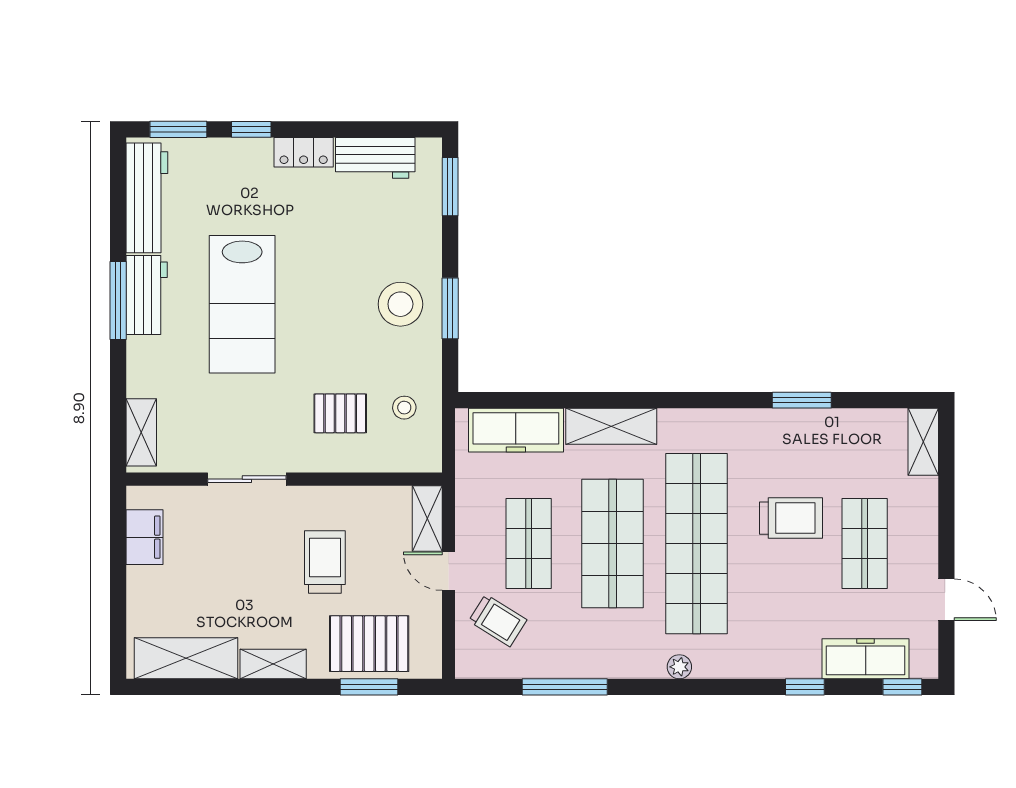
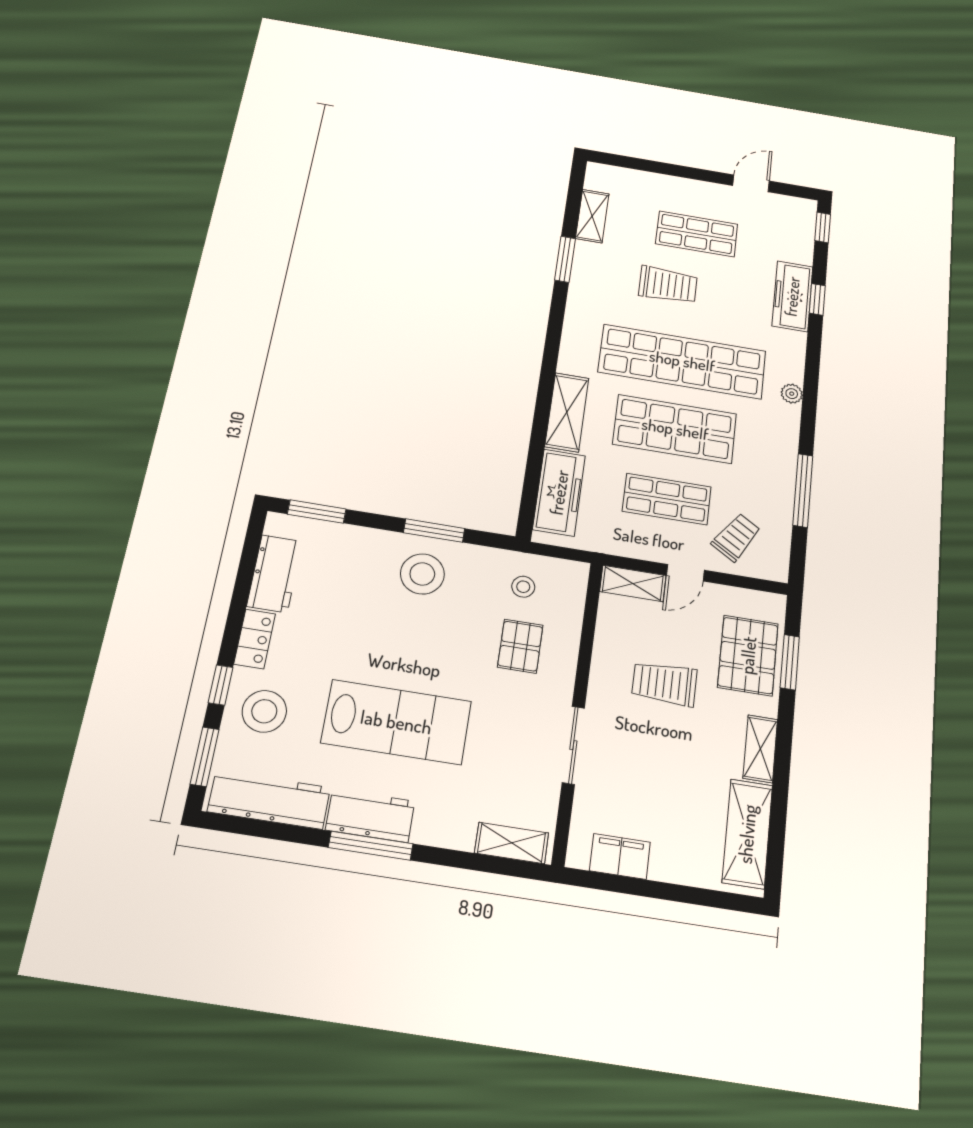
stool: (232, 176) -> (264, 711), added
shelving: (923, 442) -> (592, 216), moved, turned 90
trolley: (791, 518) -> (668, 285), turned 90
freezer: (866, 659) -> (792, 296), moved

